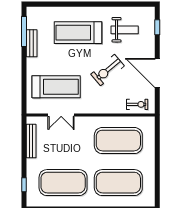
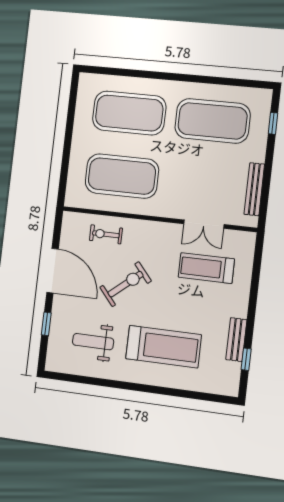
window: (157, 27) -> (46, 324), moved
window: (24, 31) -> (246, 359), width x0.46
treadmill: (56, 87) -> (206, 268), width x0.73, depth x0.73
exercise bike: (137, 104) -> (106, 234), moved
double door: (61, 115) -> (204, 224), swing flipped

